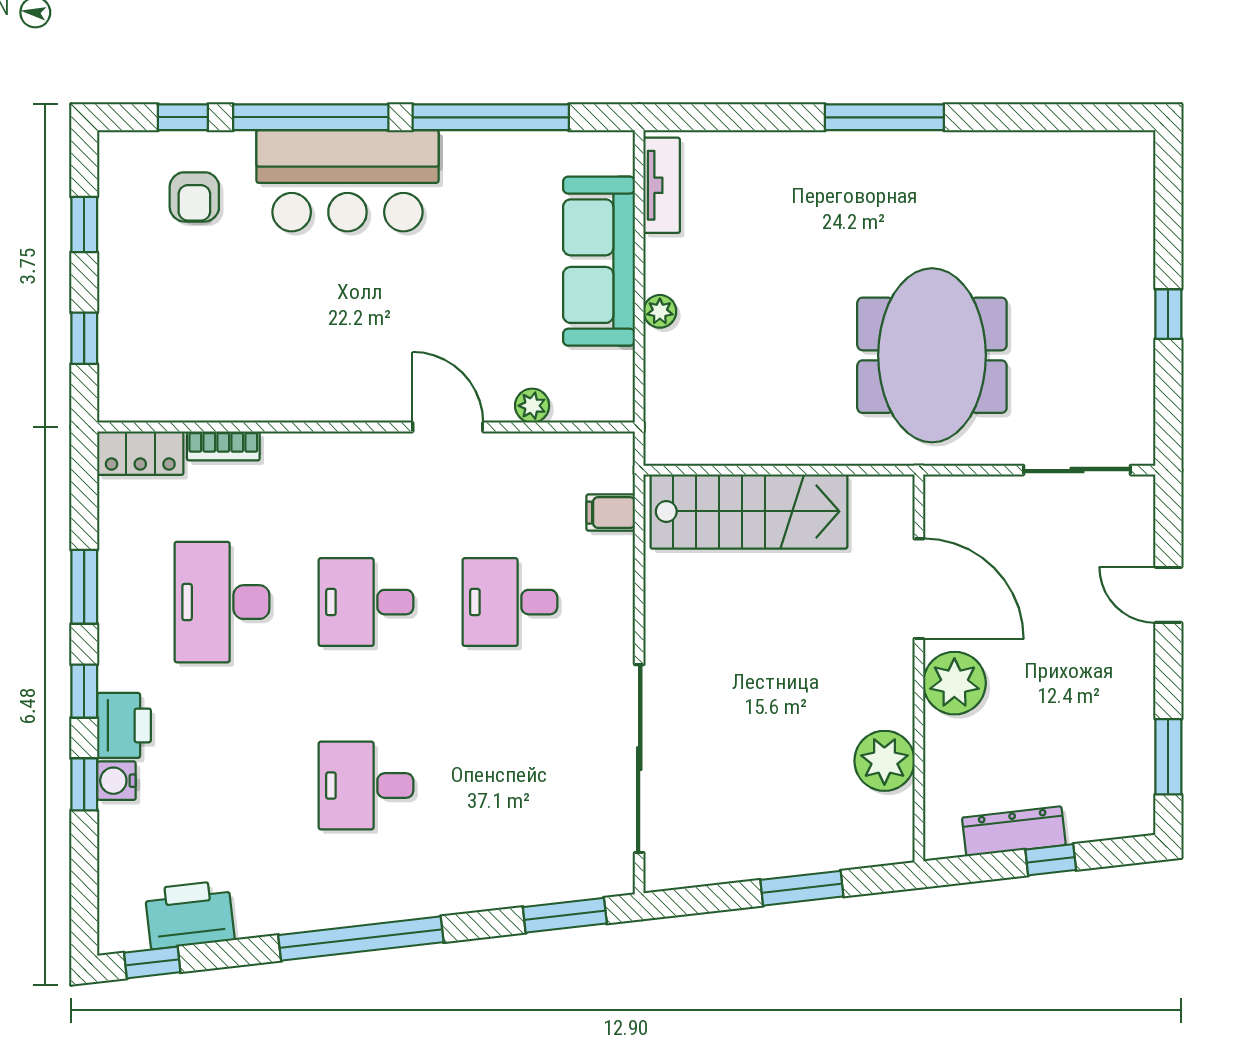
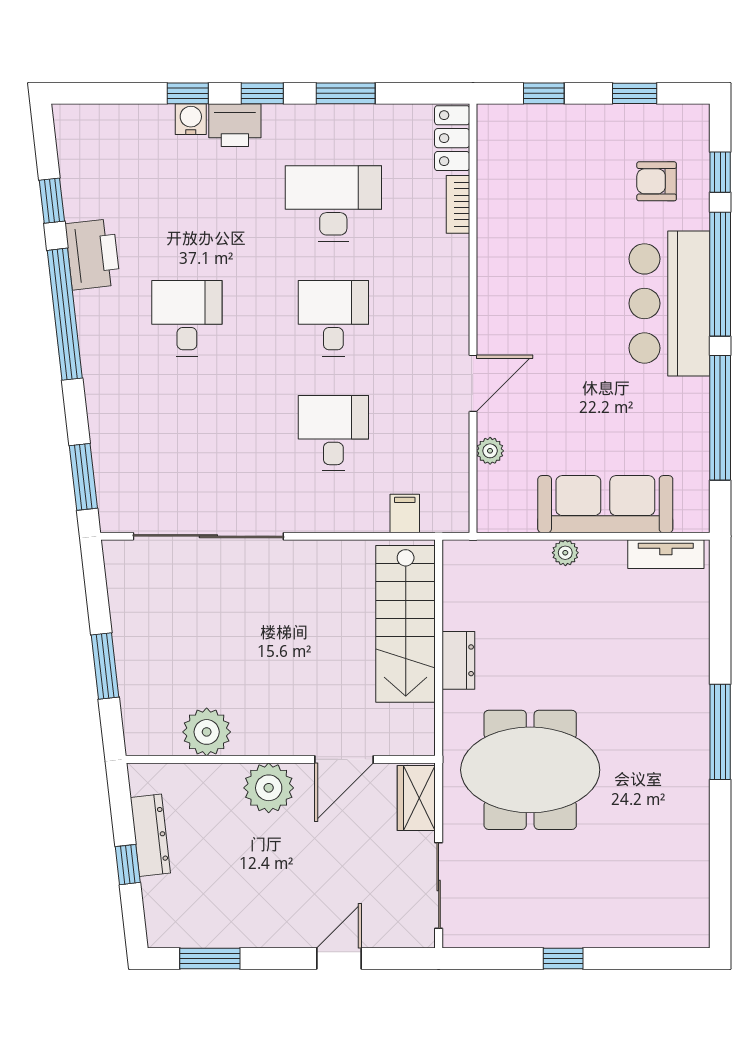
dresser: (795, 445) -> (458, 660), added
wardrobe: (967, 498) -> (416, 798), added
door: (919, 589) -> (344, 759), width x0.73
printer: (190, 915) -> (93, 254), moved
window: (152, 962) -> (52, 201), moved

